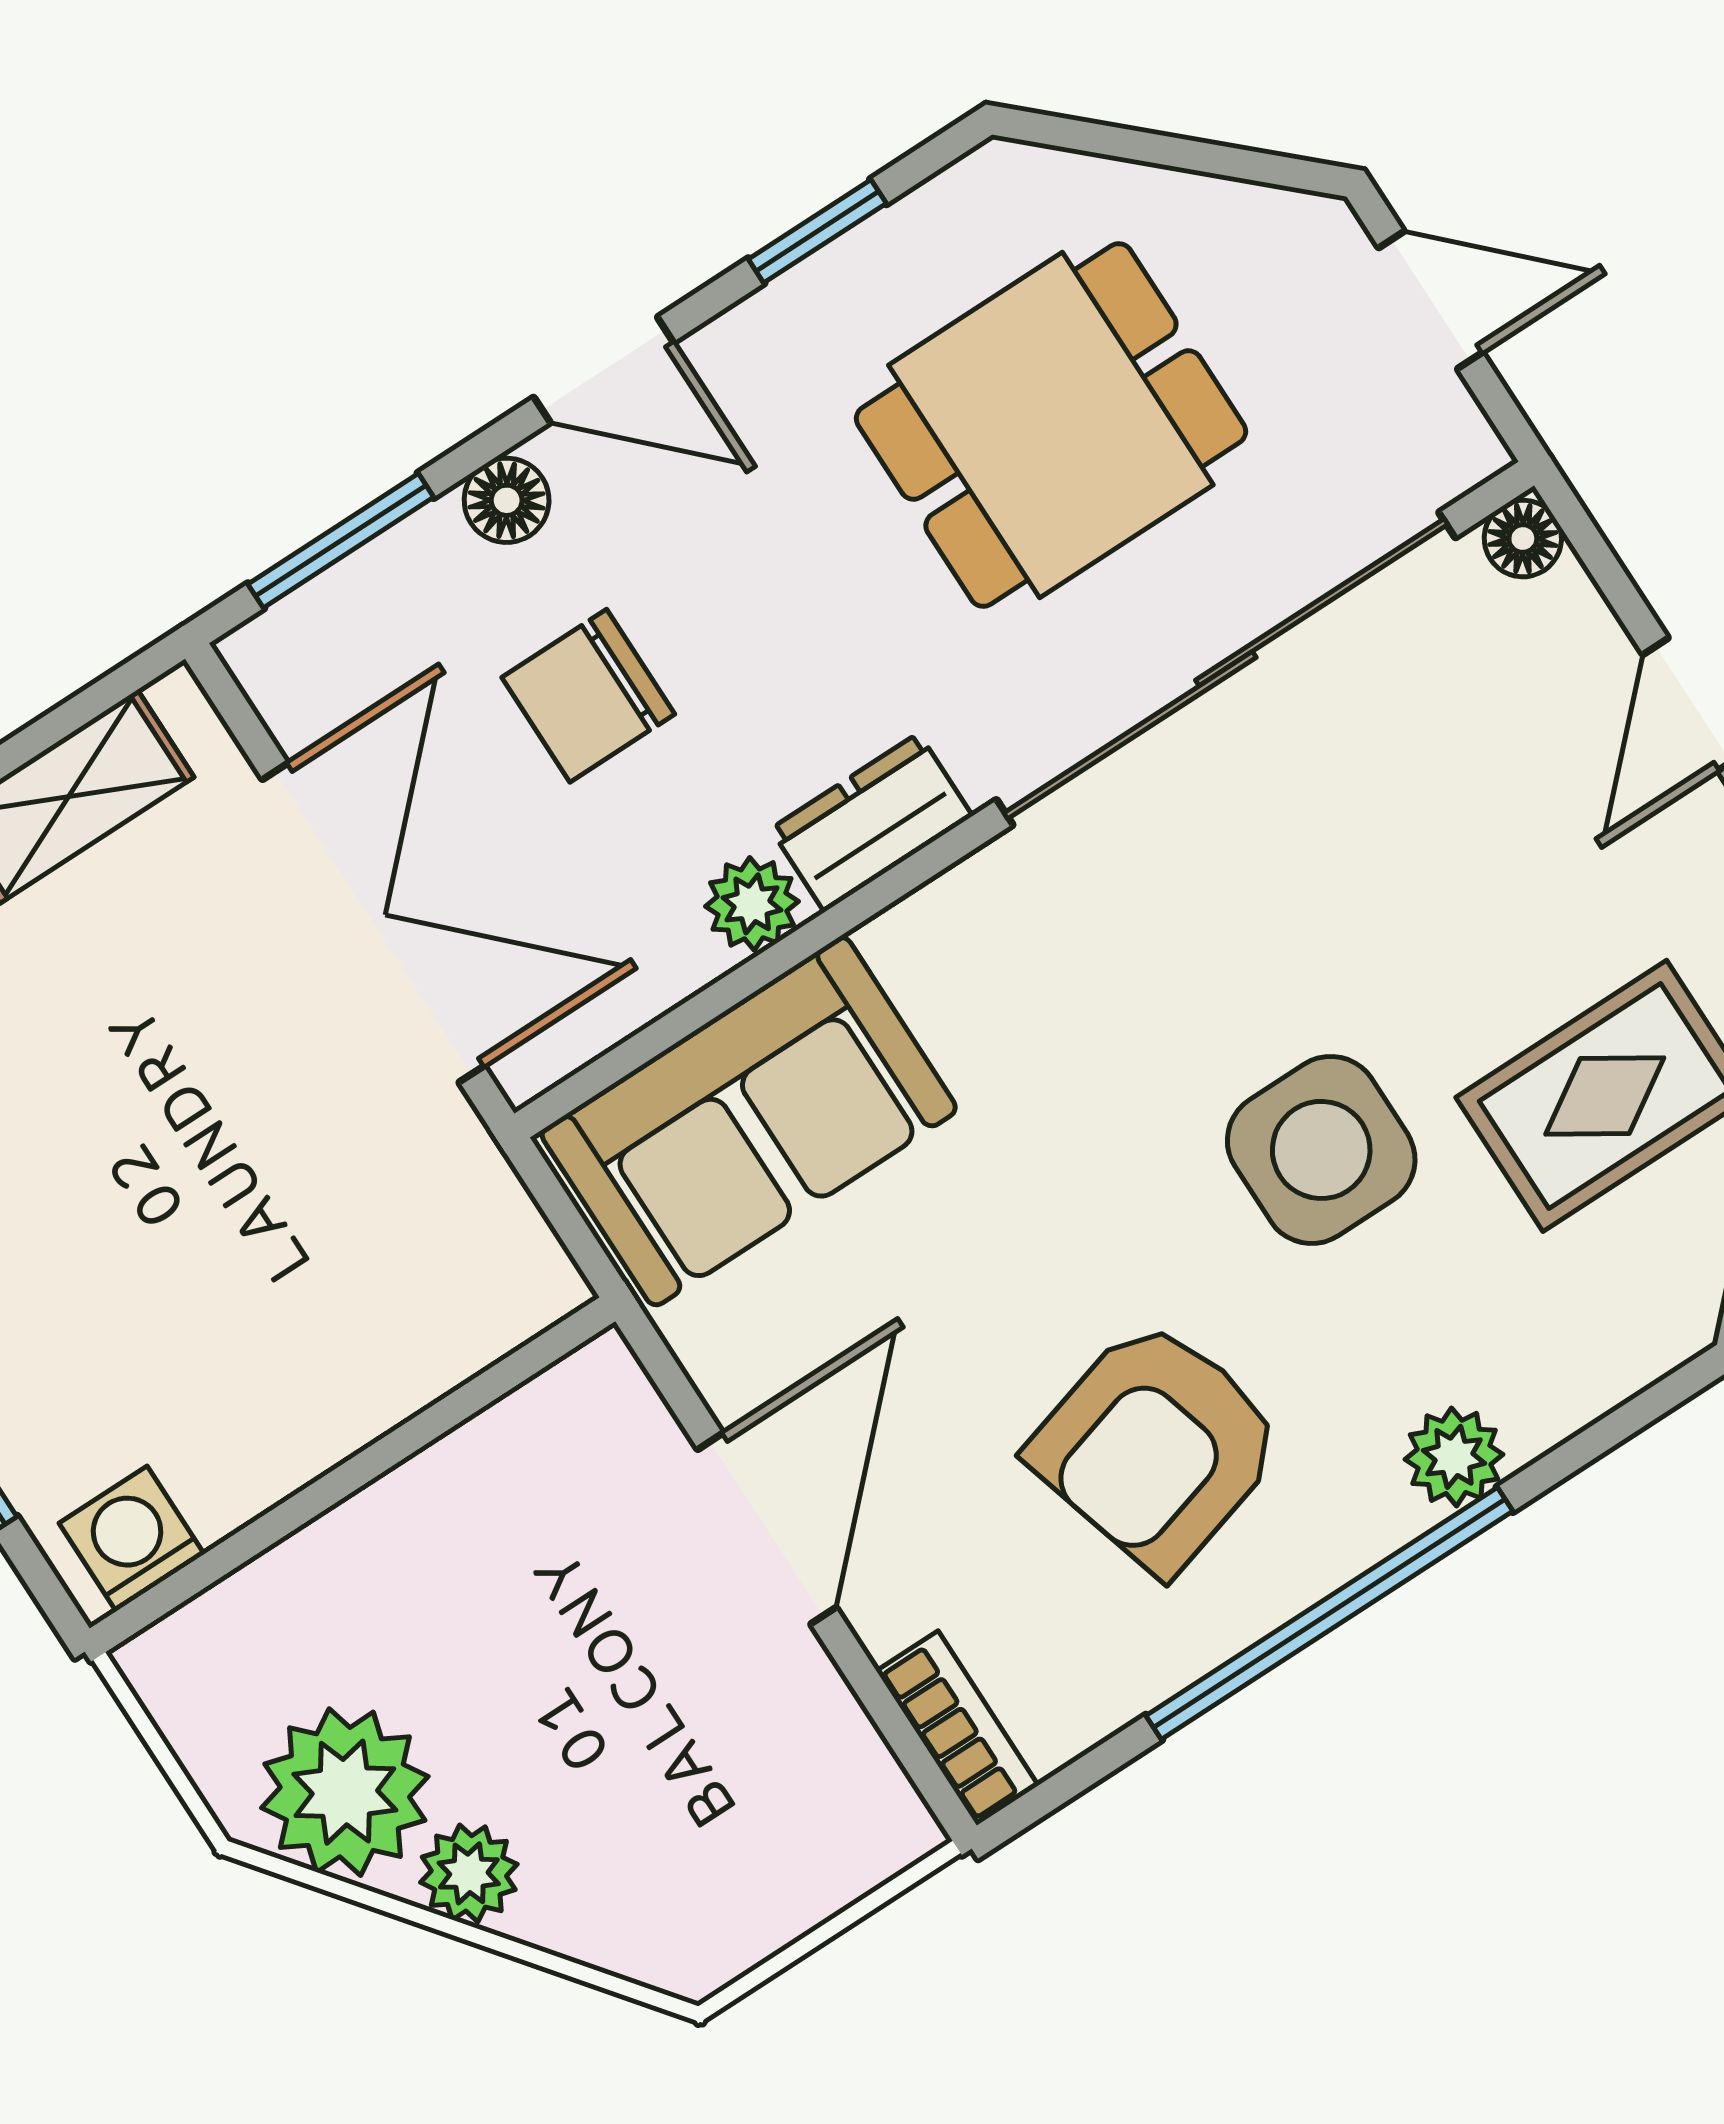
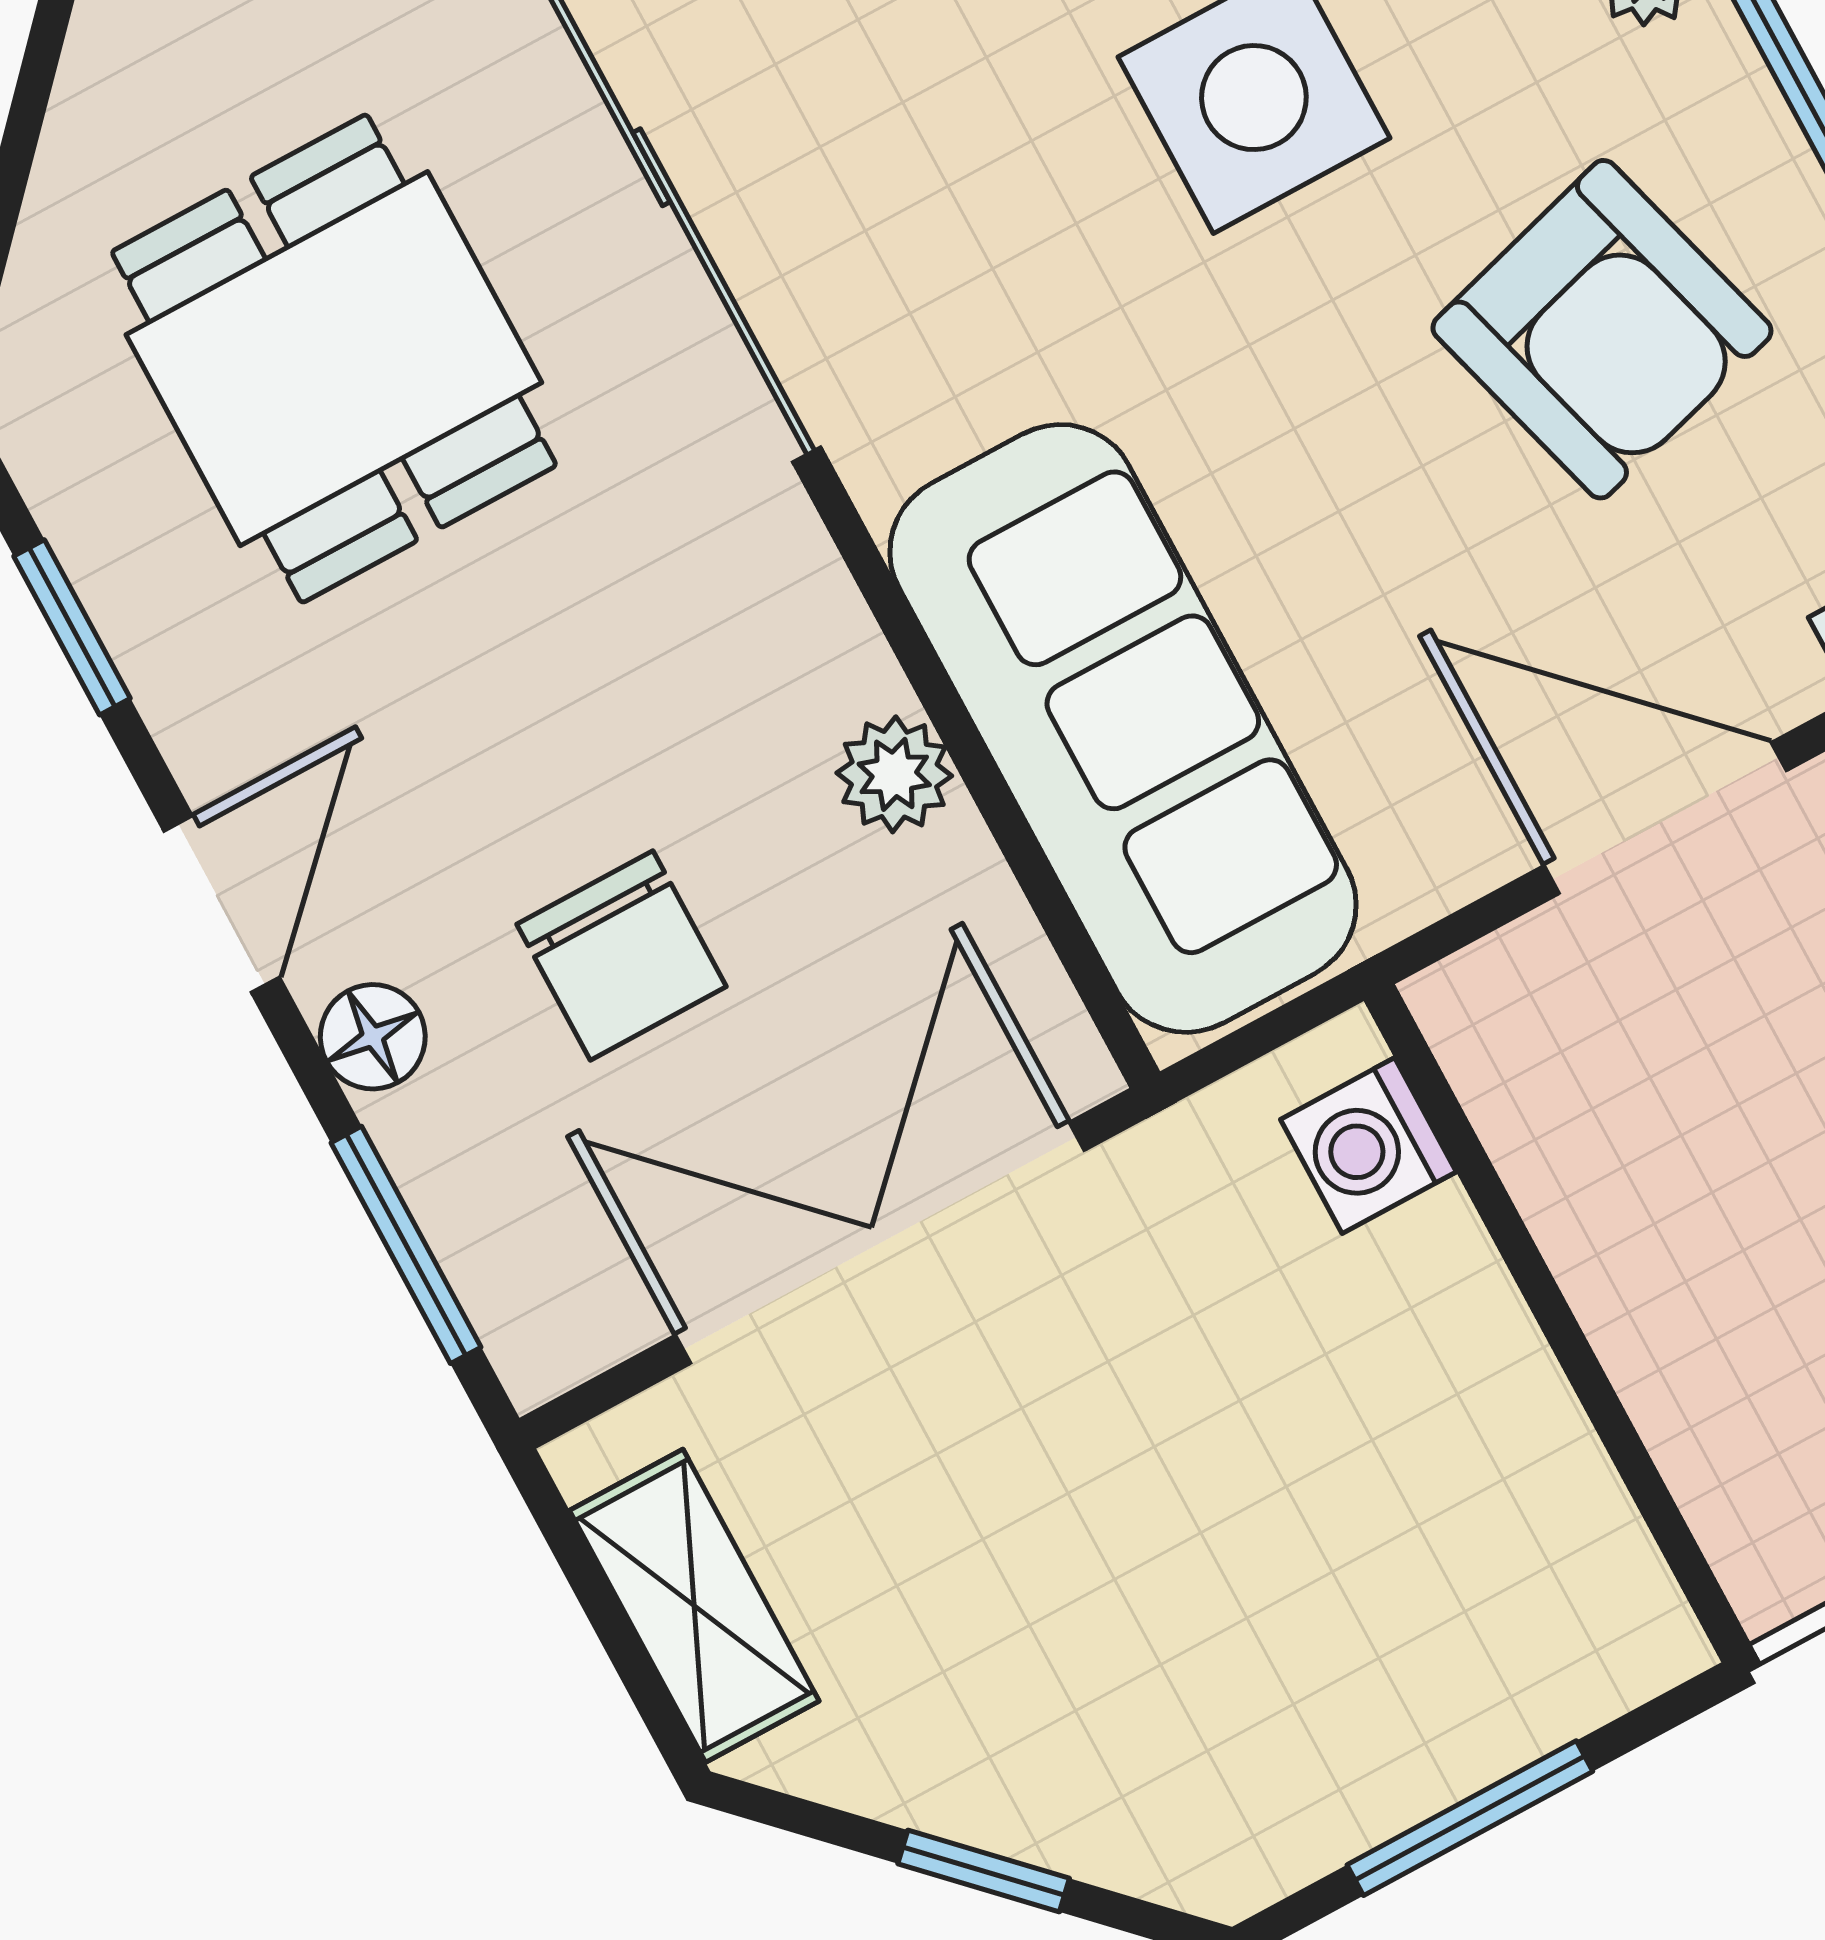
dresser: (872, 822) -> (806, 619), removed
sofa: (749, 1121) -> (1123, 728), width x1.36
washing machine: (132, 1539) -> (1368, 1146), moved

